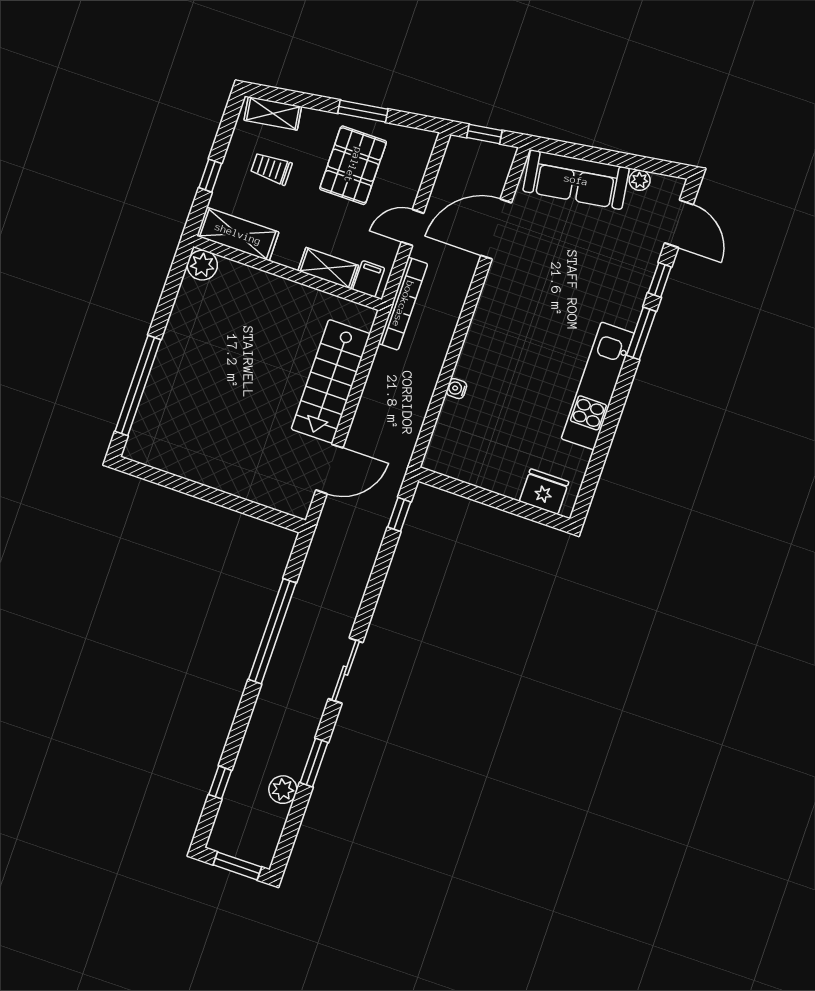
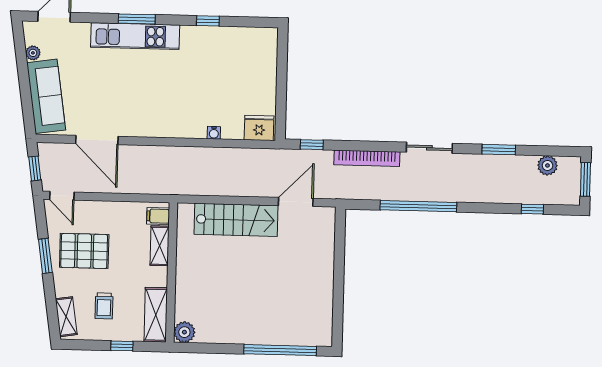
door: (413, 228) -> (62, 196), moved
window: (660, 280) -> (208, 21), moved
bookcase: (403, 304) -> (367, 158), moved, turned 180
kitchen unit: (598, 386) -> (135, 36), moved
door: (329, 469) -> (296, 202), hinge flipped
fridge: (544, 492) -> (259, 128), moved, turned 90
plant: (283, 790) -> (547, 165), moved

